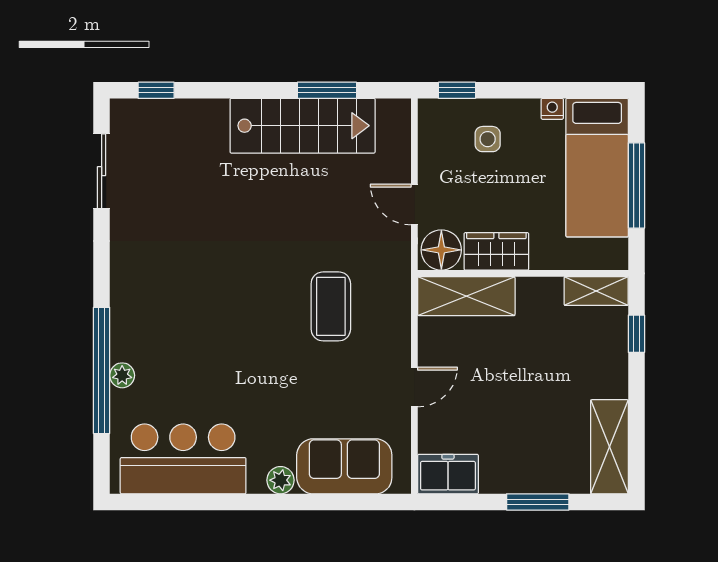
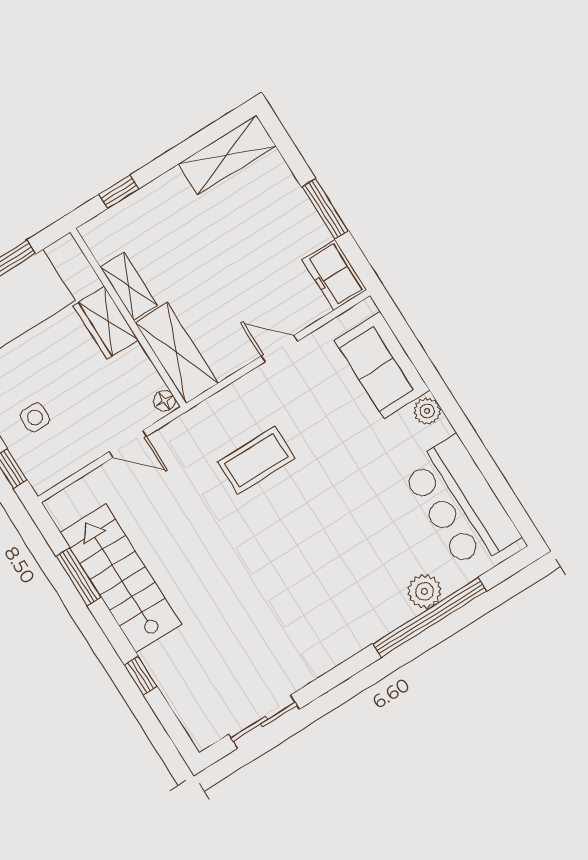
window: (156, 90) -> (141, 676), moved
door: (414, 205) -> (128, 444), hinge flipped
floor lamp: (441, 250) -> (164, 401), width x0.53, depth x0.53
wardrobe: (496, 251) -> (106, 323), moved
shelving: (596, 291) -> (129, 286), moved
plant: (122, 375) -> (424, 591), width x1.38, depth x1.38
window: (538, 502) -> (325, 209), moved

